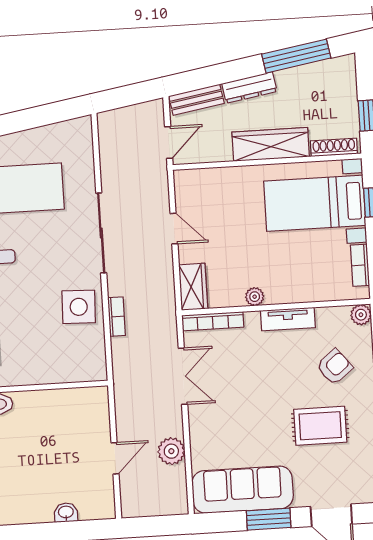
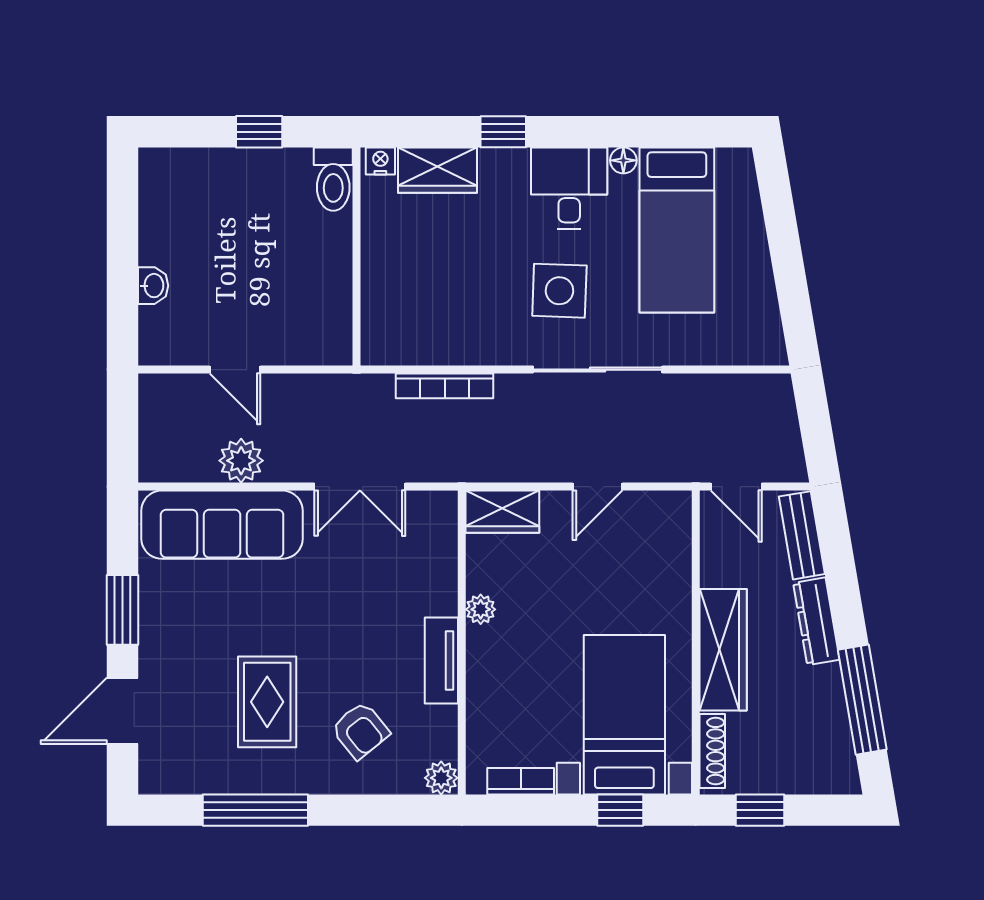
side table: (79, 307) -> (559, 291), moved
bookcase: (117, 317) -> (445, 386), width x1.56
bookcase: (213, 321) -> (445, 540), removed
sofa: (243, 490) -> (222, 525), moved, turned 90

